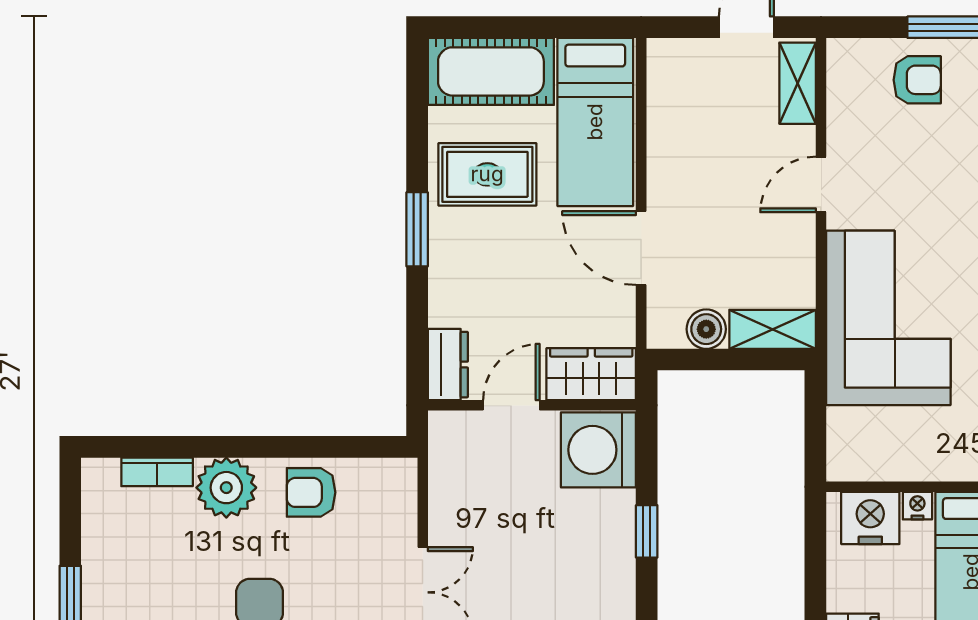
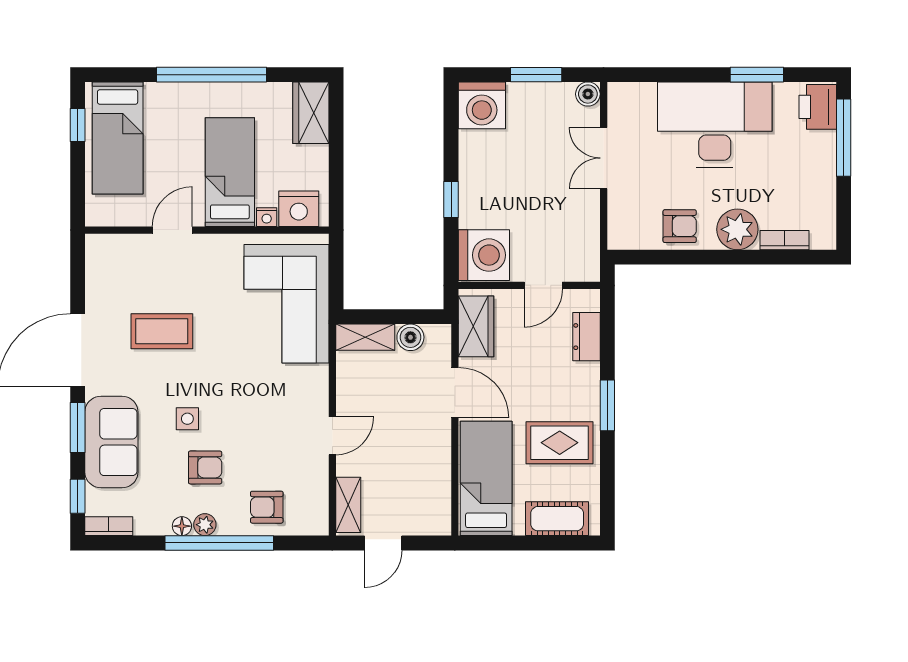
cot: (491, 71) -> (557, 519), width x0.73, depth x0.75
corner sofa: (888, 318) -> (286, 304), moved
dresser: (448, 365) -> (586, 337), moved
wardrobe: (591, 374) -> (476, 326), moved, turned -90

